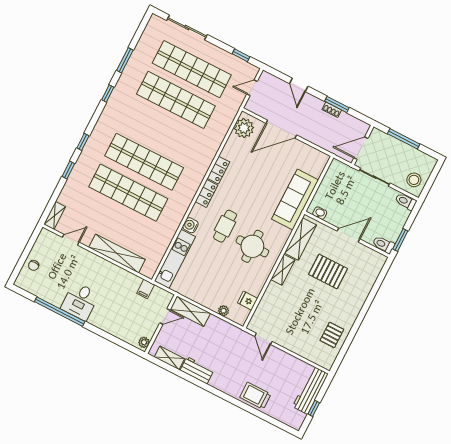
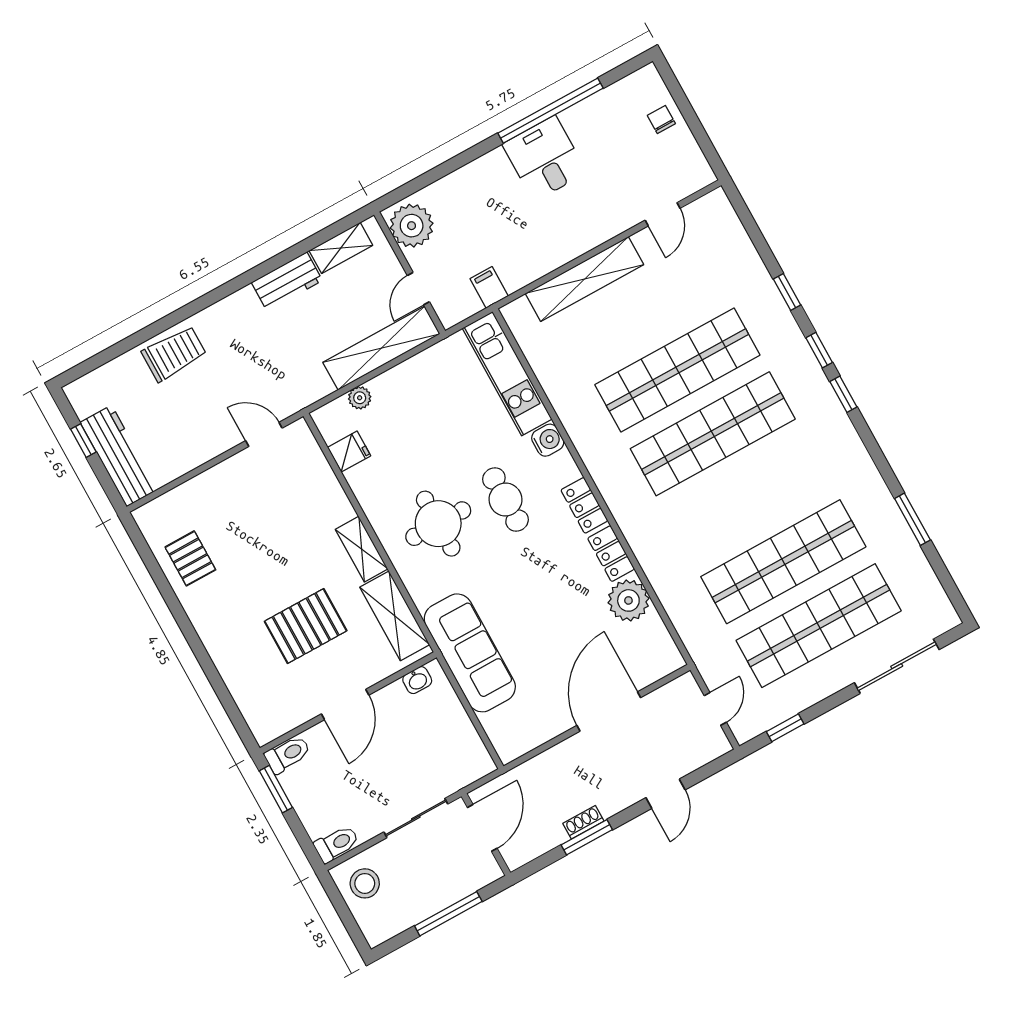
door: (299, 85) -> (666, 794), swing flipped
window: (108, 94) -> (843, 394), moved
plant: (244, 128) -> (628, 600), moved
shelving: (55, 215) -> (724, 215), removed
shelving: (190, 311) -> (381, 348), width x1.47
plant: (144, 342) -> (412, 226), width x1.88, depth x1.88

